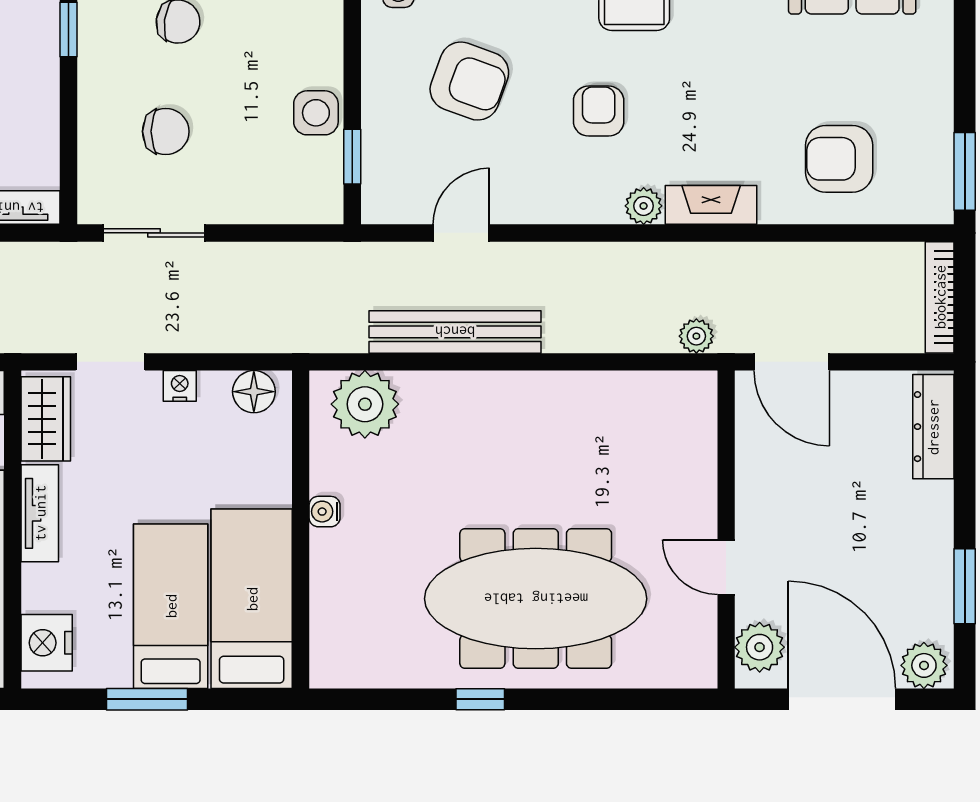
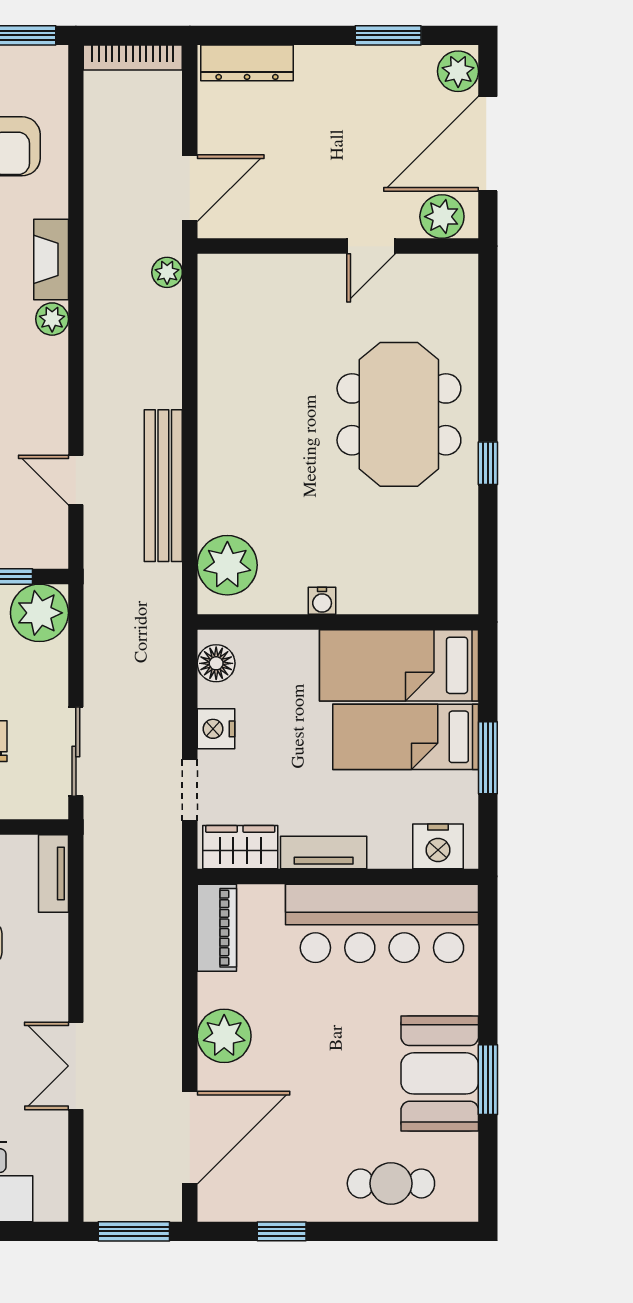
plant: (311, 192) -> (39, 613), added
nightstand: (180, 386) -> (216, 729), width x1.39, depth x1.35
meeting table: (536, 599) -> (399, 414), width x0.73

